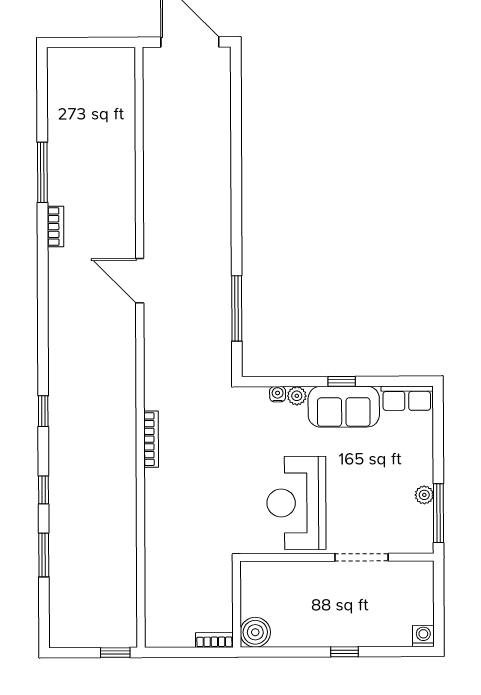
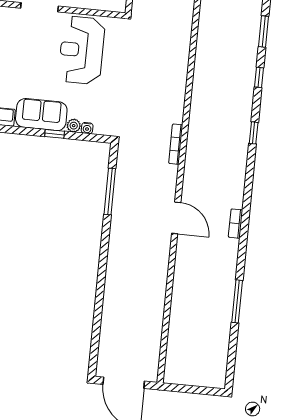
bookcase: (56, 227) -> (236, 224), moved
window: (342, 381) -> (55, 134), moved
bookcase: (151, 439) -> (176, 144), moved
reception desk: (296, 503) -> (82, 50), turned 180

